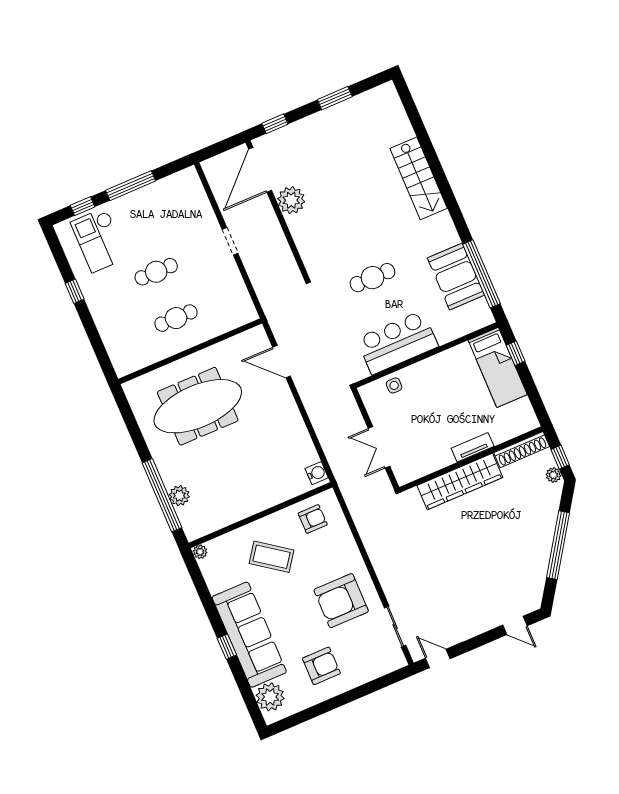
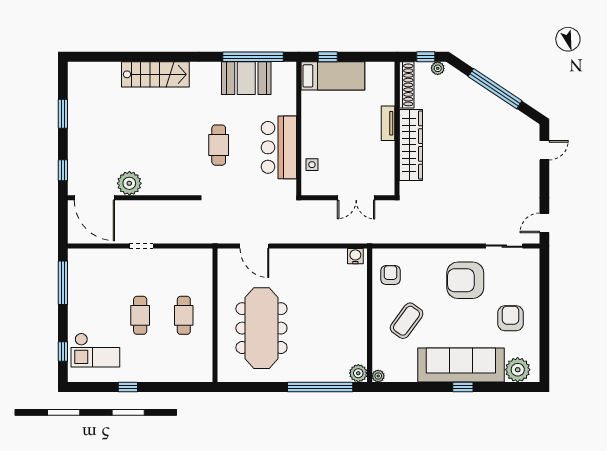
window: (131, 186) -> (63, 283), moved
door: (282, 362) -> (254, 246), hinge flipped
plant: (179, 496) -> (358, 373), moved
armchair: (341, 601) -> (465, 280), turned 90

